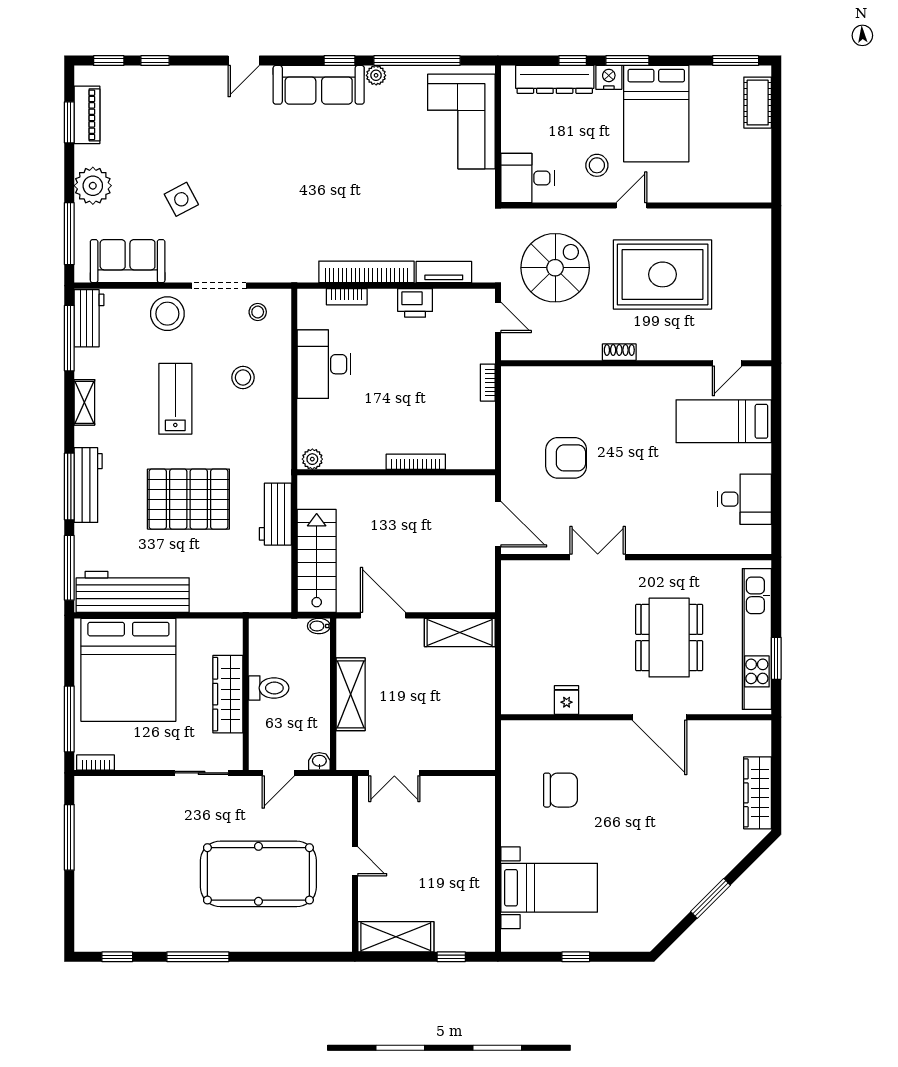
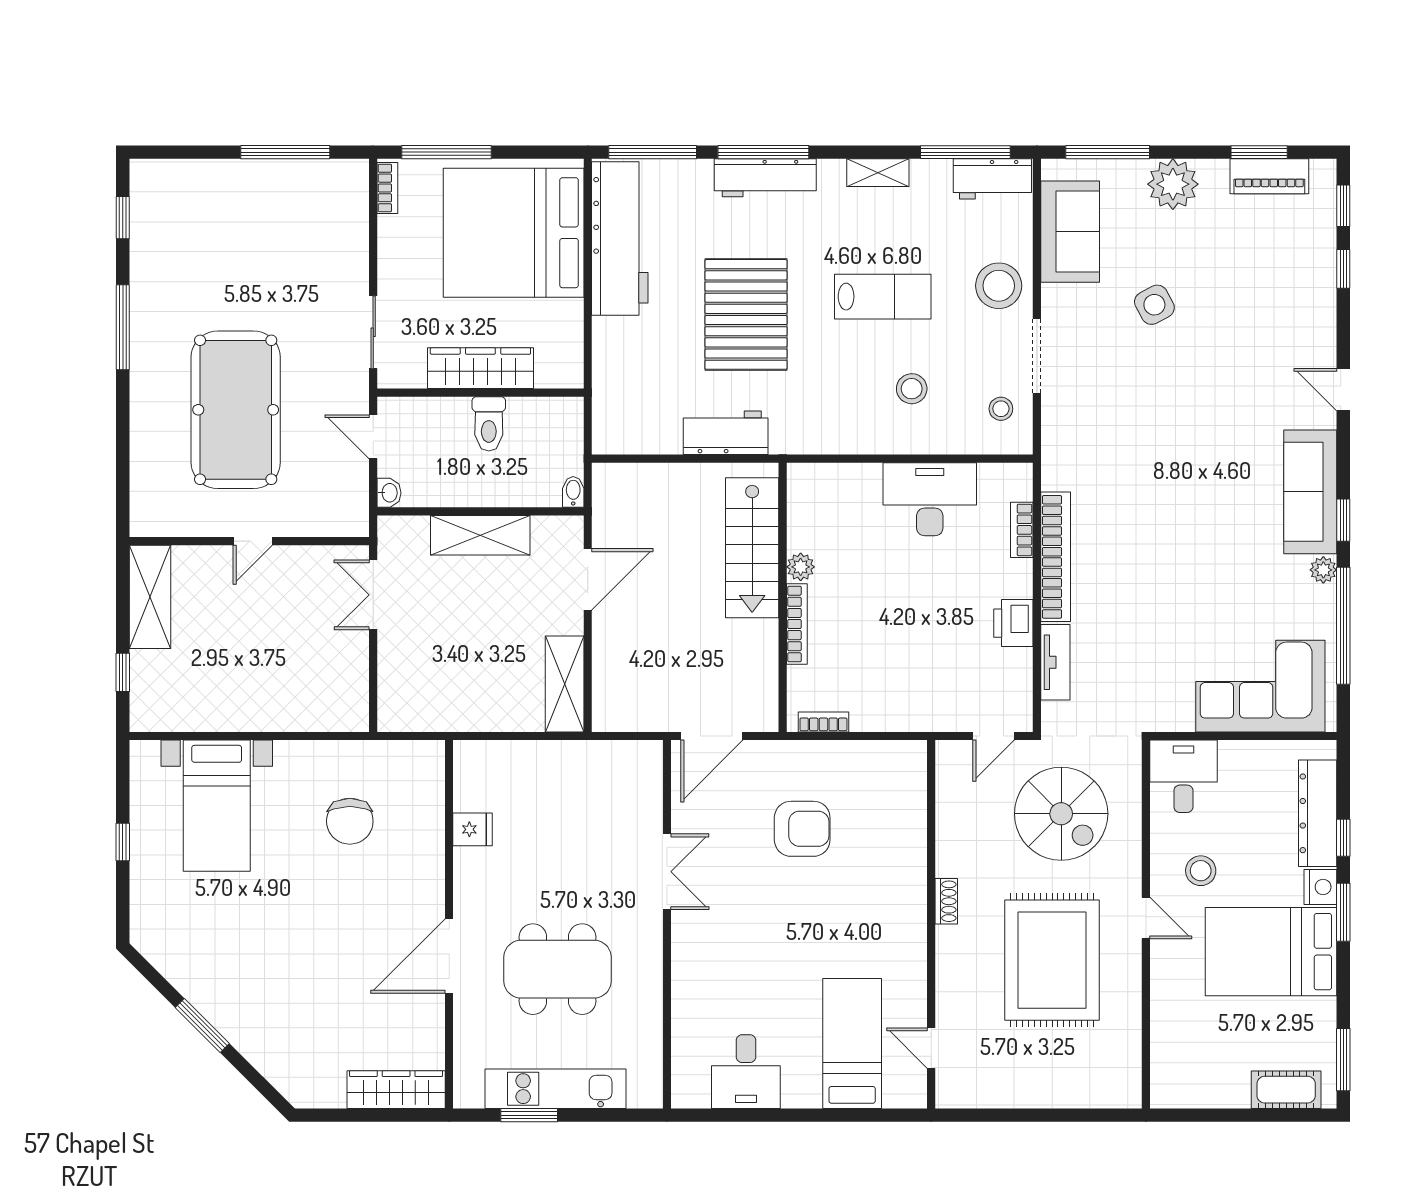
bookcase: (488, 383) -> (823, 722), moved
armchair: (566, 458) -> (802, 829), turned -90
plant: (312, 459) -> (801, 567), moved
stairs: (317, 561) -> (752, 548), moved, turned 90
kitchen unit: (757, 639) -> (555, 1089), width x0.73
wardrobe: (758, 793) -> (396, 1090), moved

